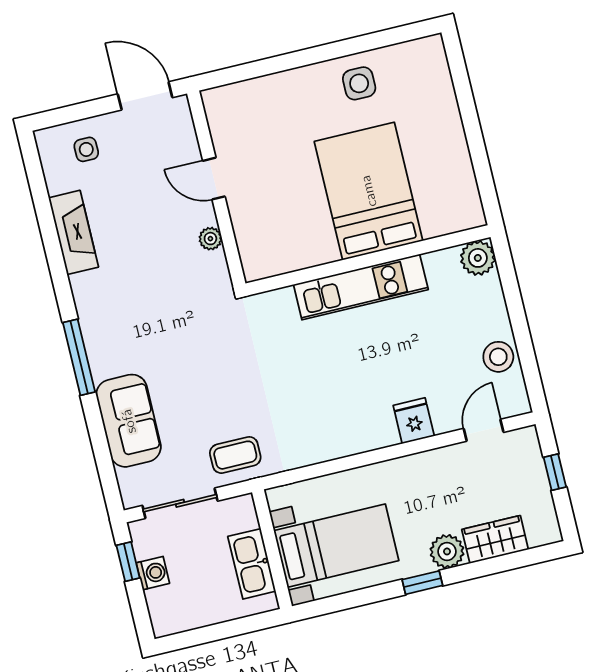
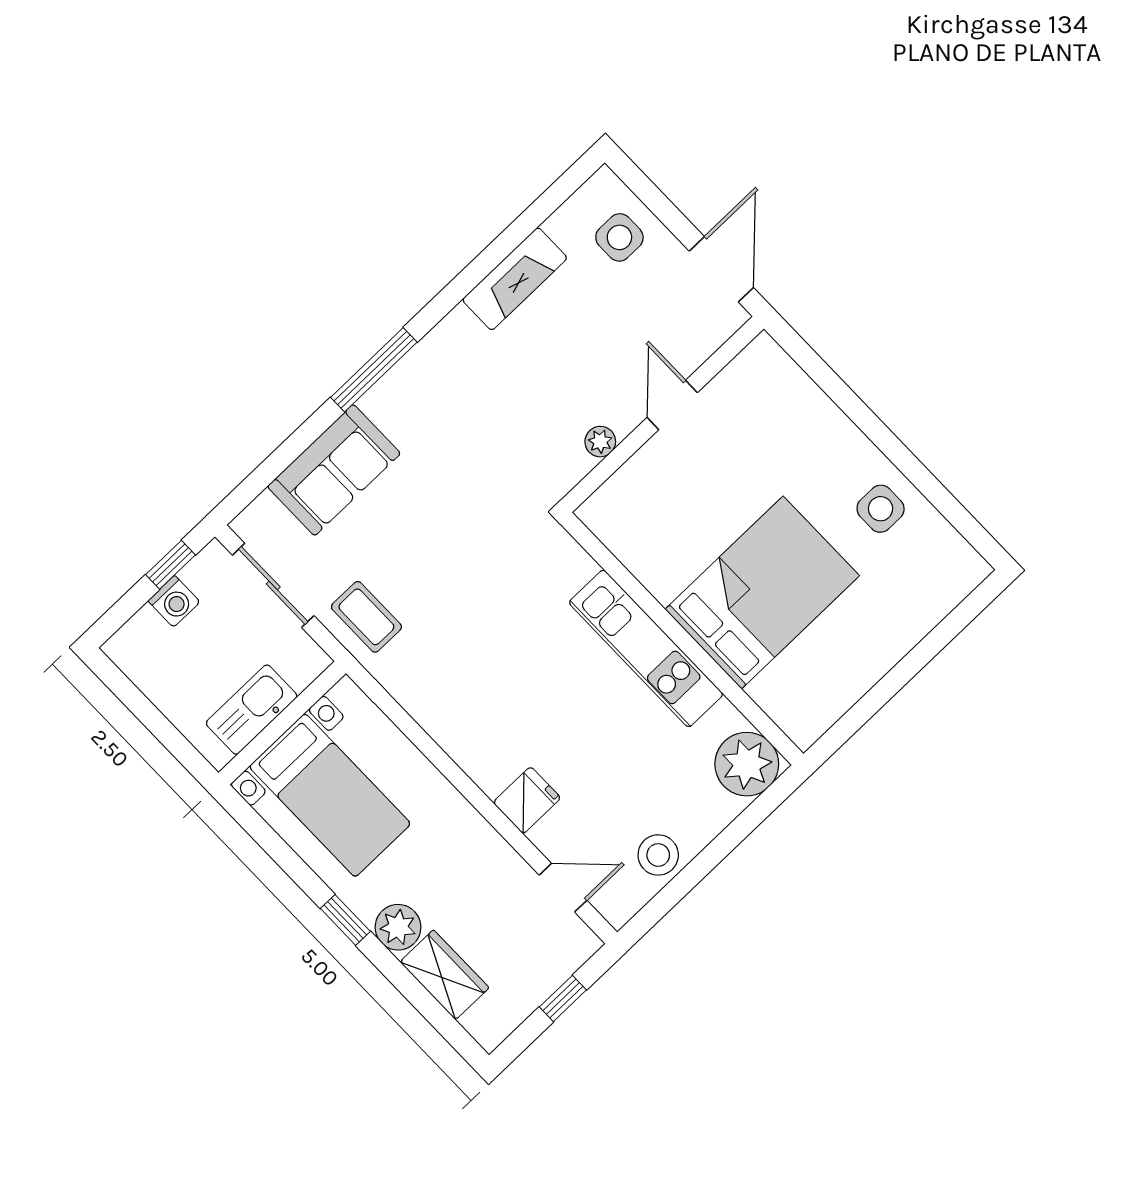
side table: (86, 149) -> (619, 237), width x1.37, depth x1.37
plant: (478, 258) -> (747, 764), width x1.36, depth x1.36

